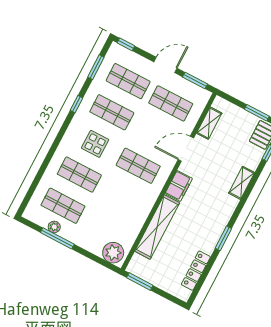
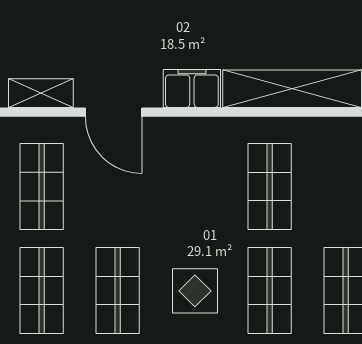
shop shelf: (138, 166) -> (270, 186), moved

